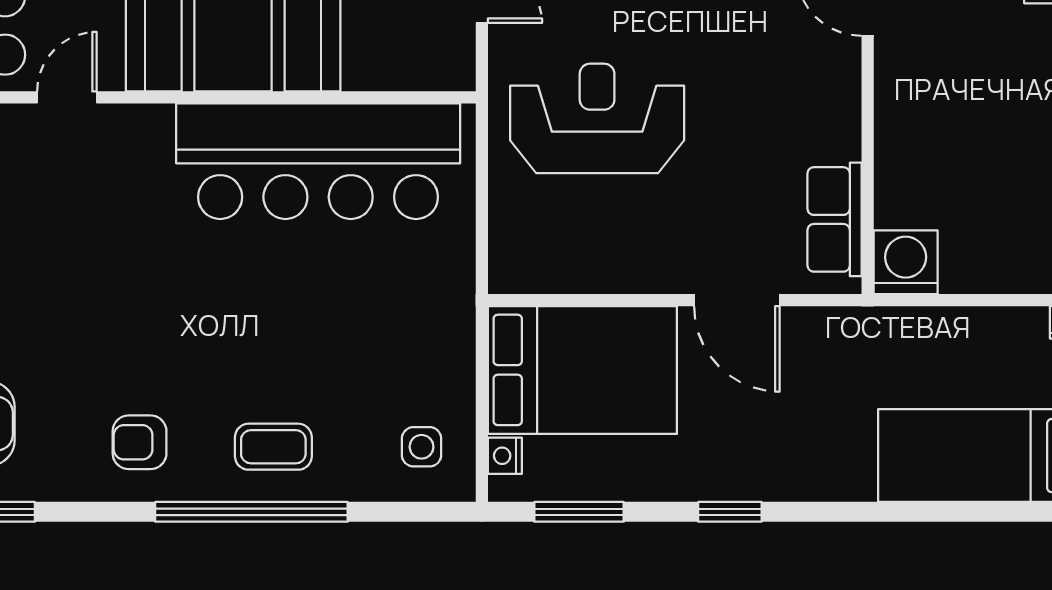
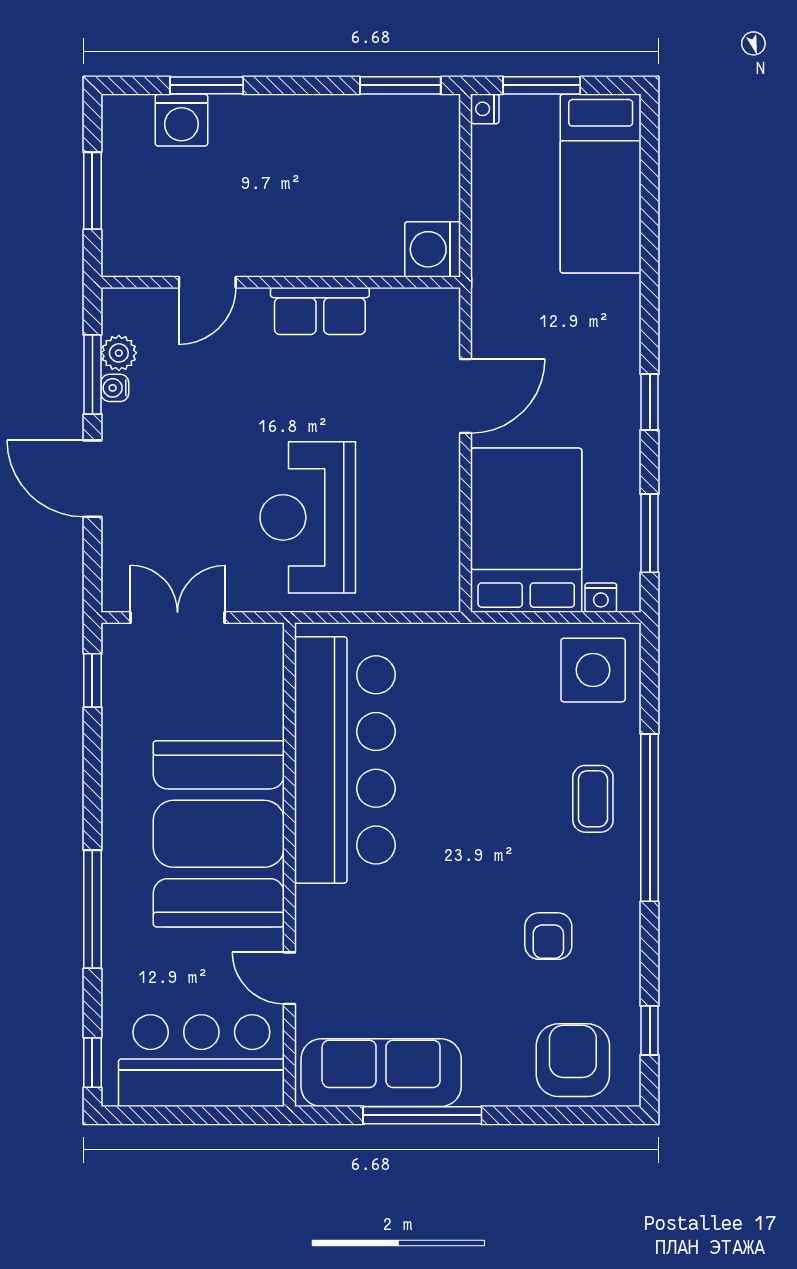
row of seats: (835, 219) -> (320, 311), moved
armchair: (140, 442) -> (548, 936), moved
side table: (422, 447) -> (593, 670), width x1.87, depth x1.87

